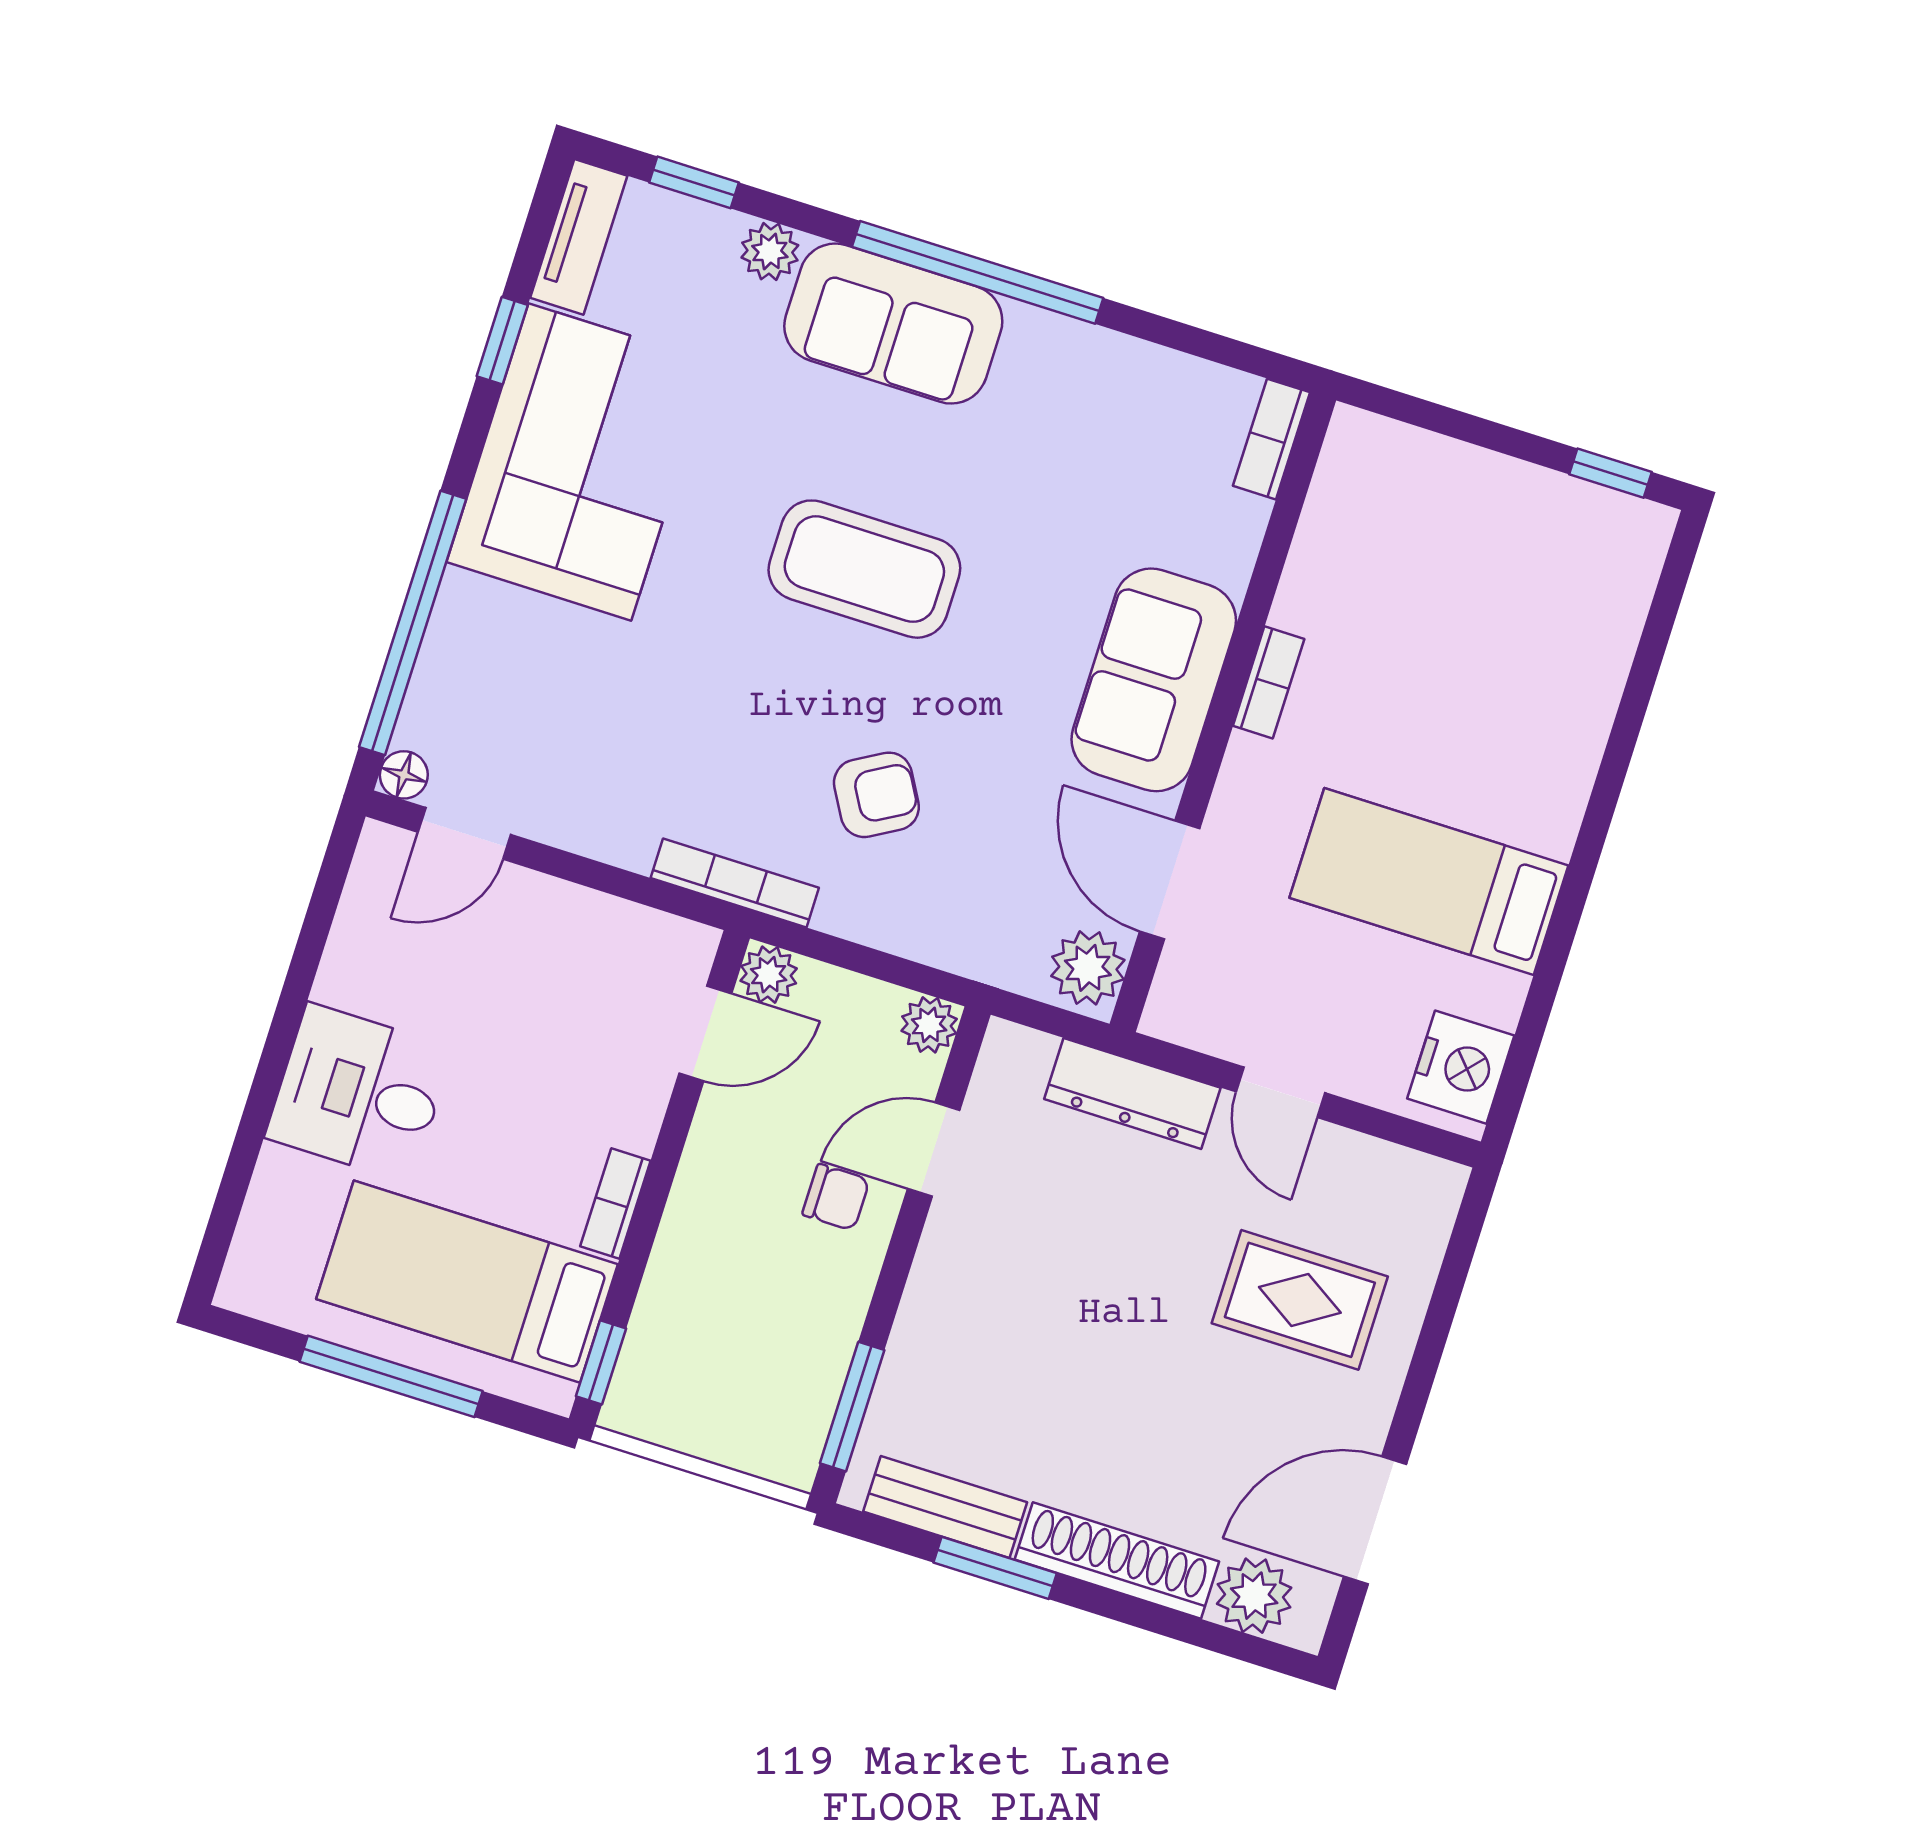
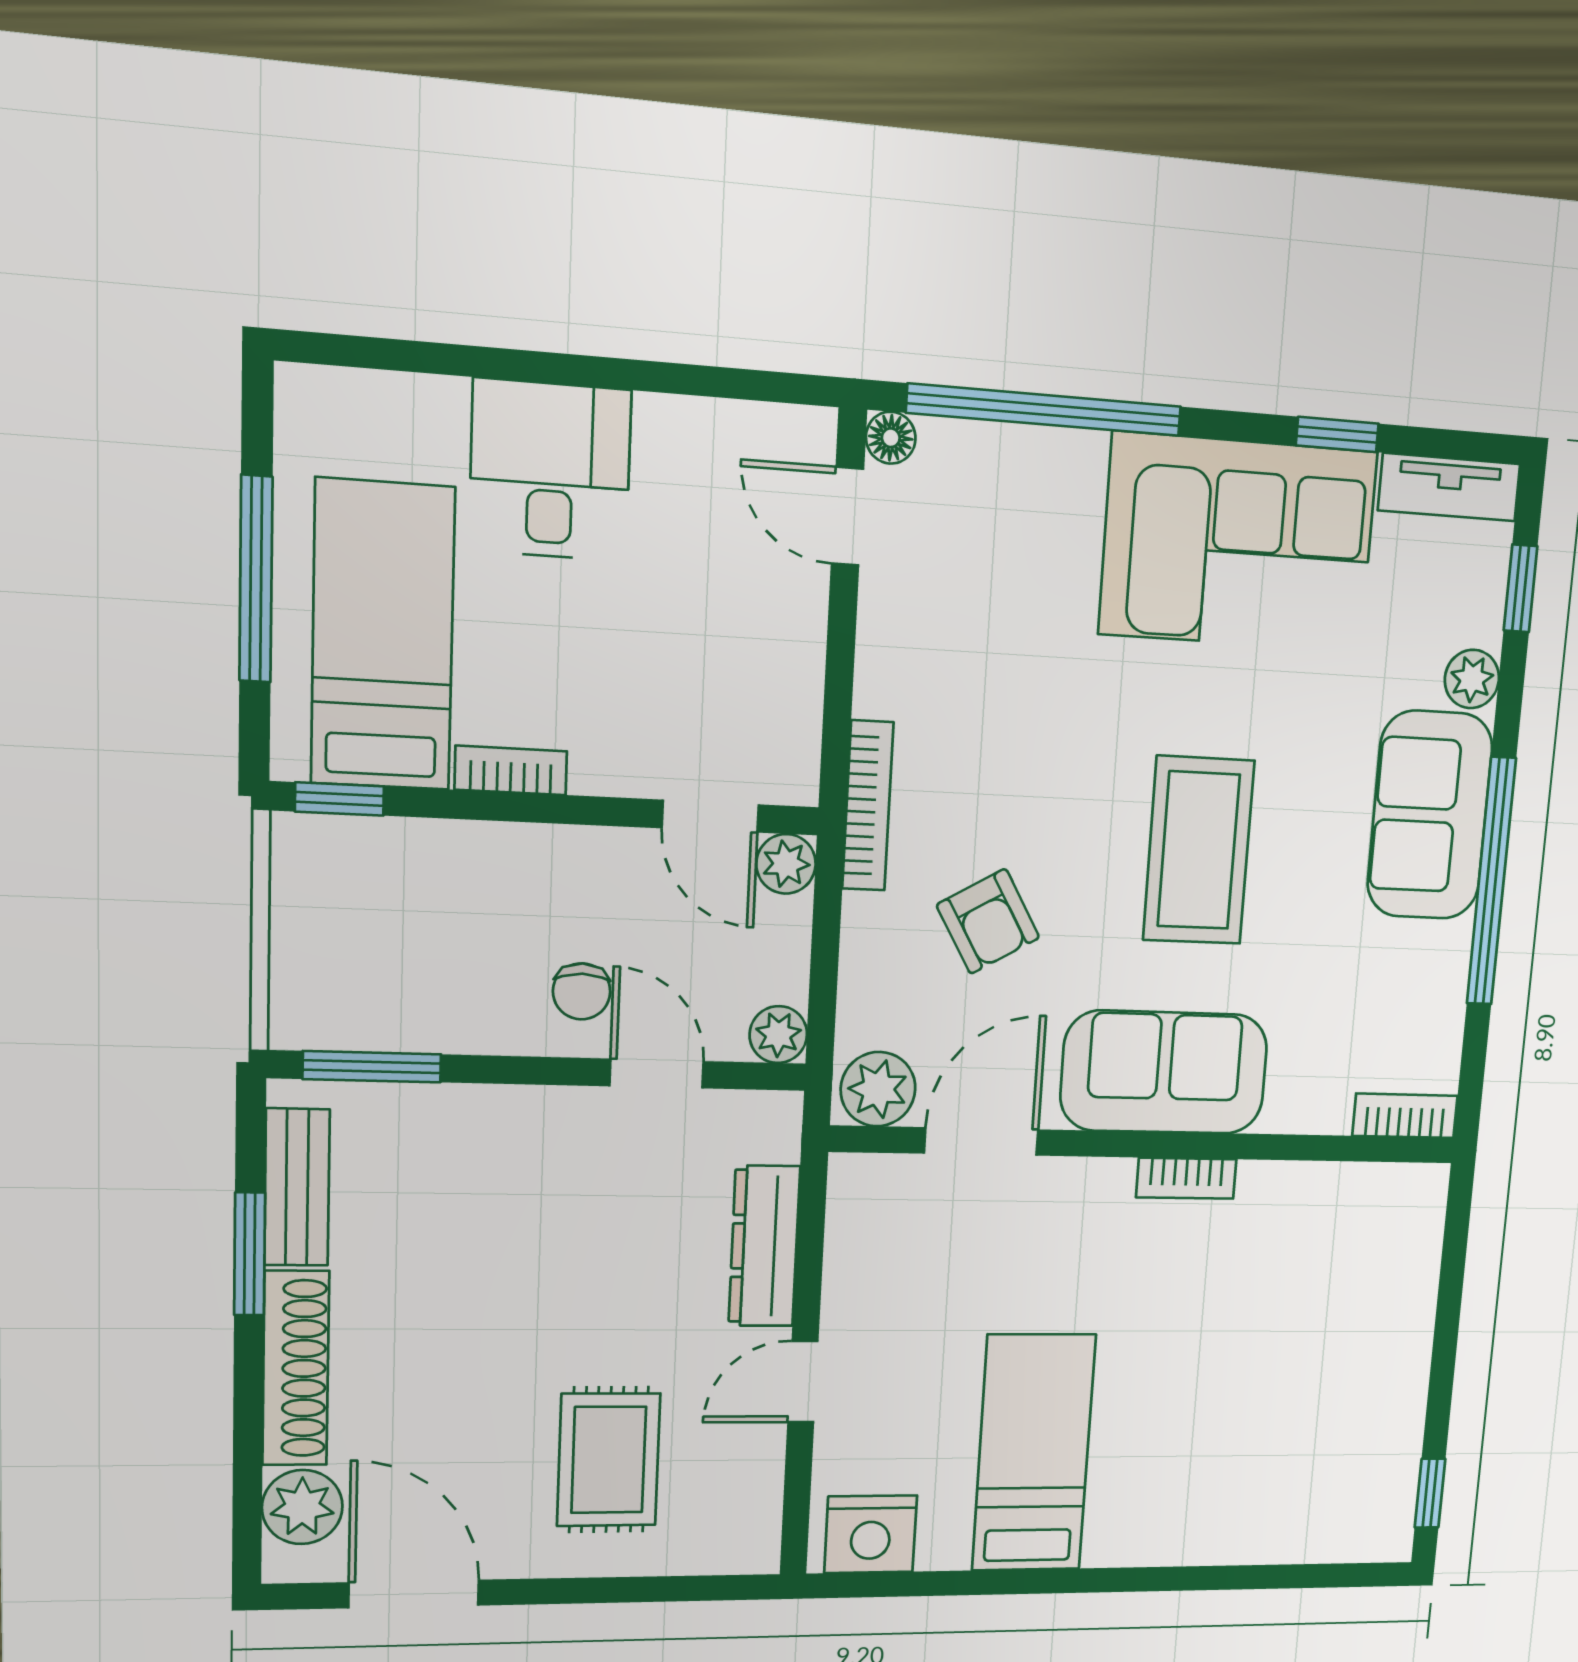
bookcase: (1272, 439) -> (1405, 1116), moved
sofa: (1154, 680) -> (1164, 1072), moved
bookcase: (1269, 682) -> (1186, 1178), moved
wall: (1223, 712) -> (1149, 1145), moved
door: (1170, 880) -> (981, 1142), moved
plant: (1088, 968) -> (878, 1089), moved

